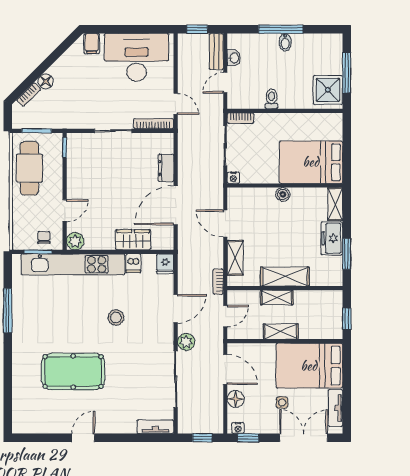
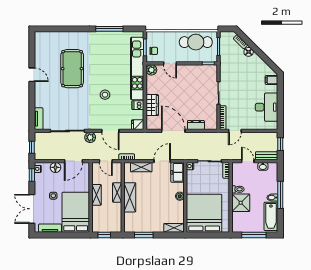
bathtub: (316, 45) -> (271, 216), added
desk: (136, 57) -> (267, 107), width x0.73, depth x0.77
shower: (328, 90) -> (241, 203), moved
bed: (311, 162) -> (204, 213), width x1.36
freezer: (332, 238) -> (177, 172), moved, turned -90
double door: (304, 438) -> (32, 209), swing flipped

